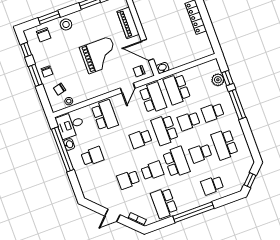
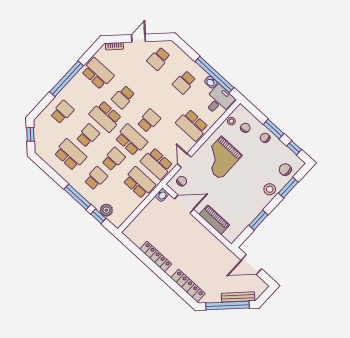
grand piano: (99, 55) -> (221, 158), moved
school desk: (128, 180) -> (159, 59), moved, turned 180

